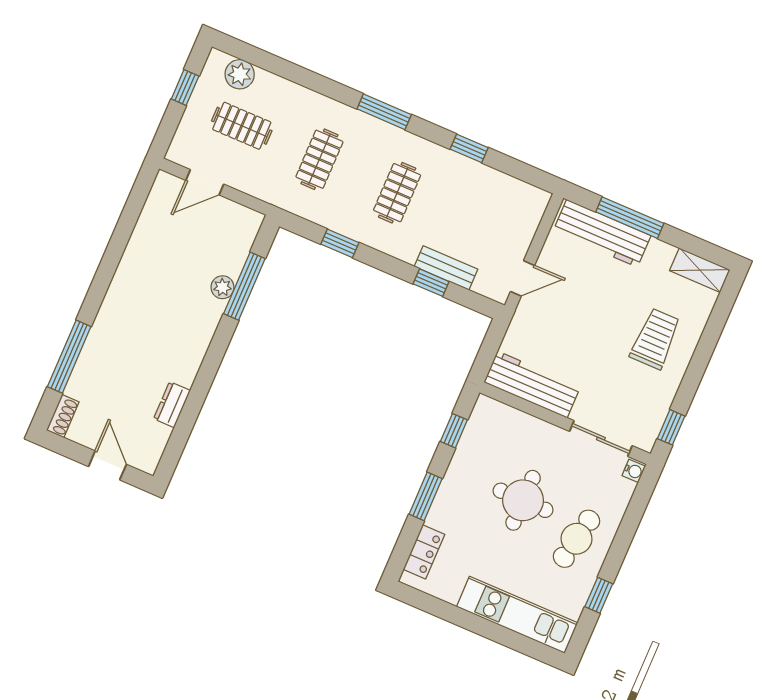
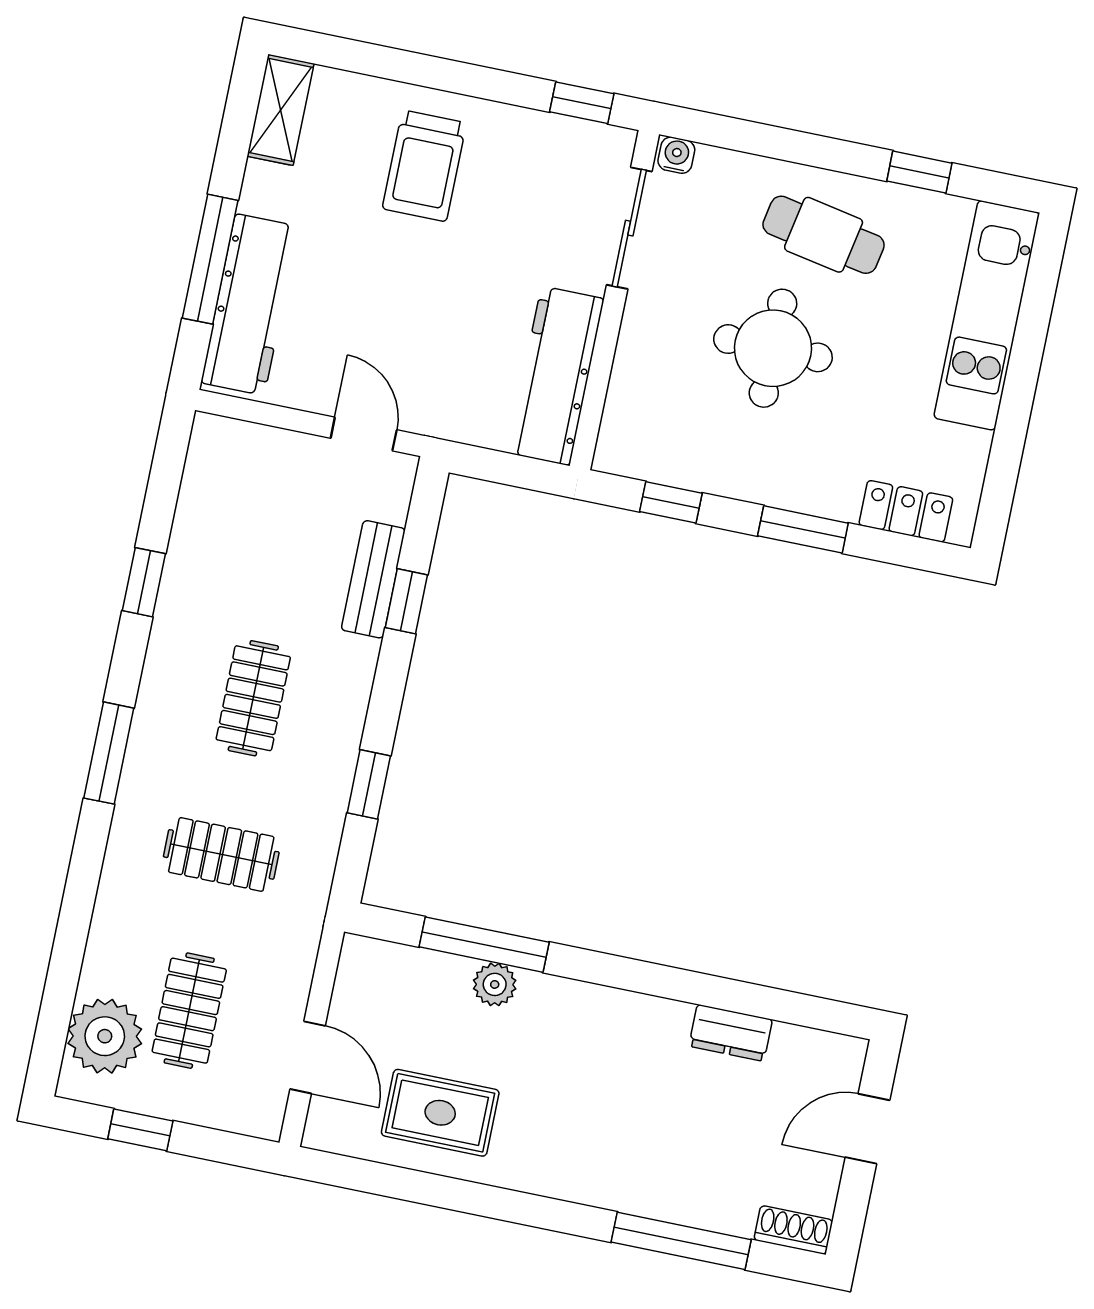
plant: (240, 74) -> (105, 1036), width x1.36, depth x1.36
clothes rail: (397, 193) -> (253, 698), turned 90
rug: (162, 245) -> (440, 1113), added
trolley: (655, 339) -> (424, 166), turned -90

